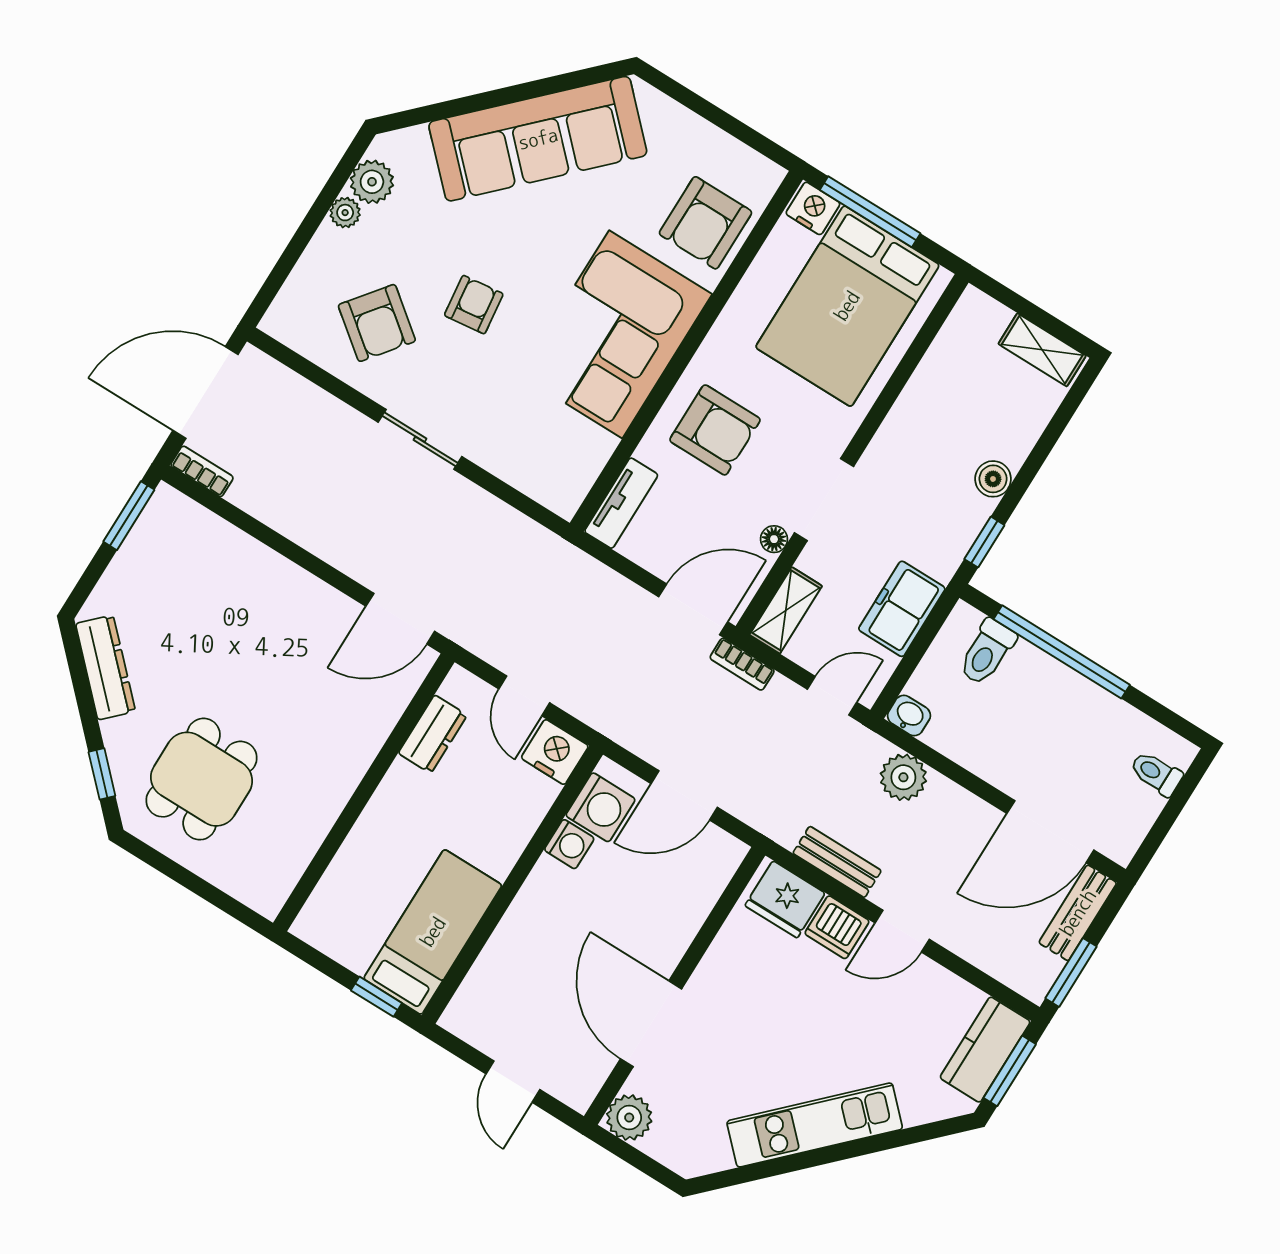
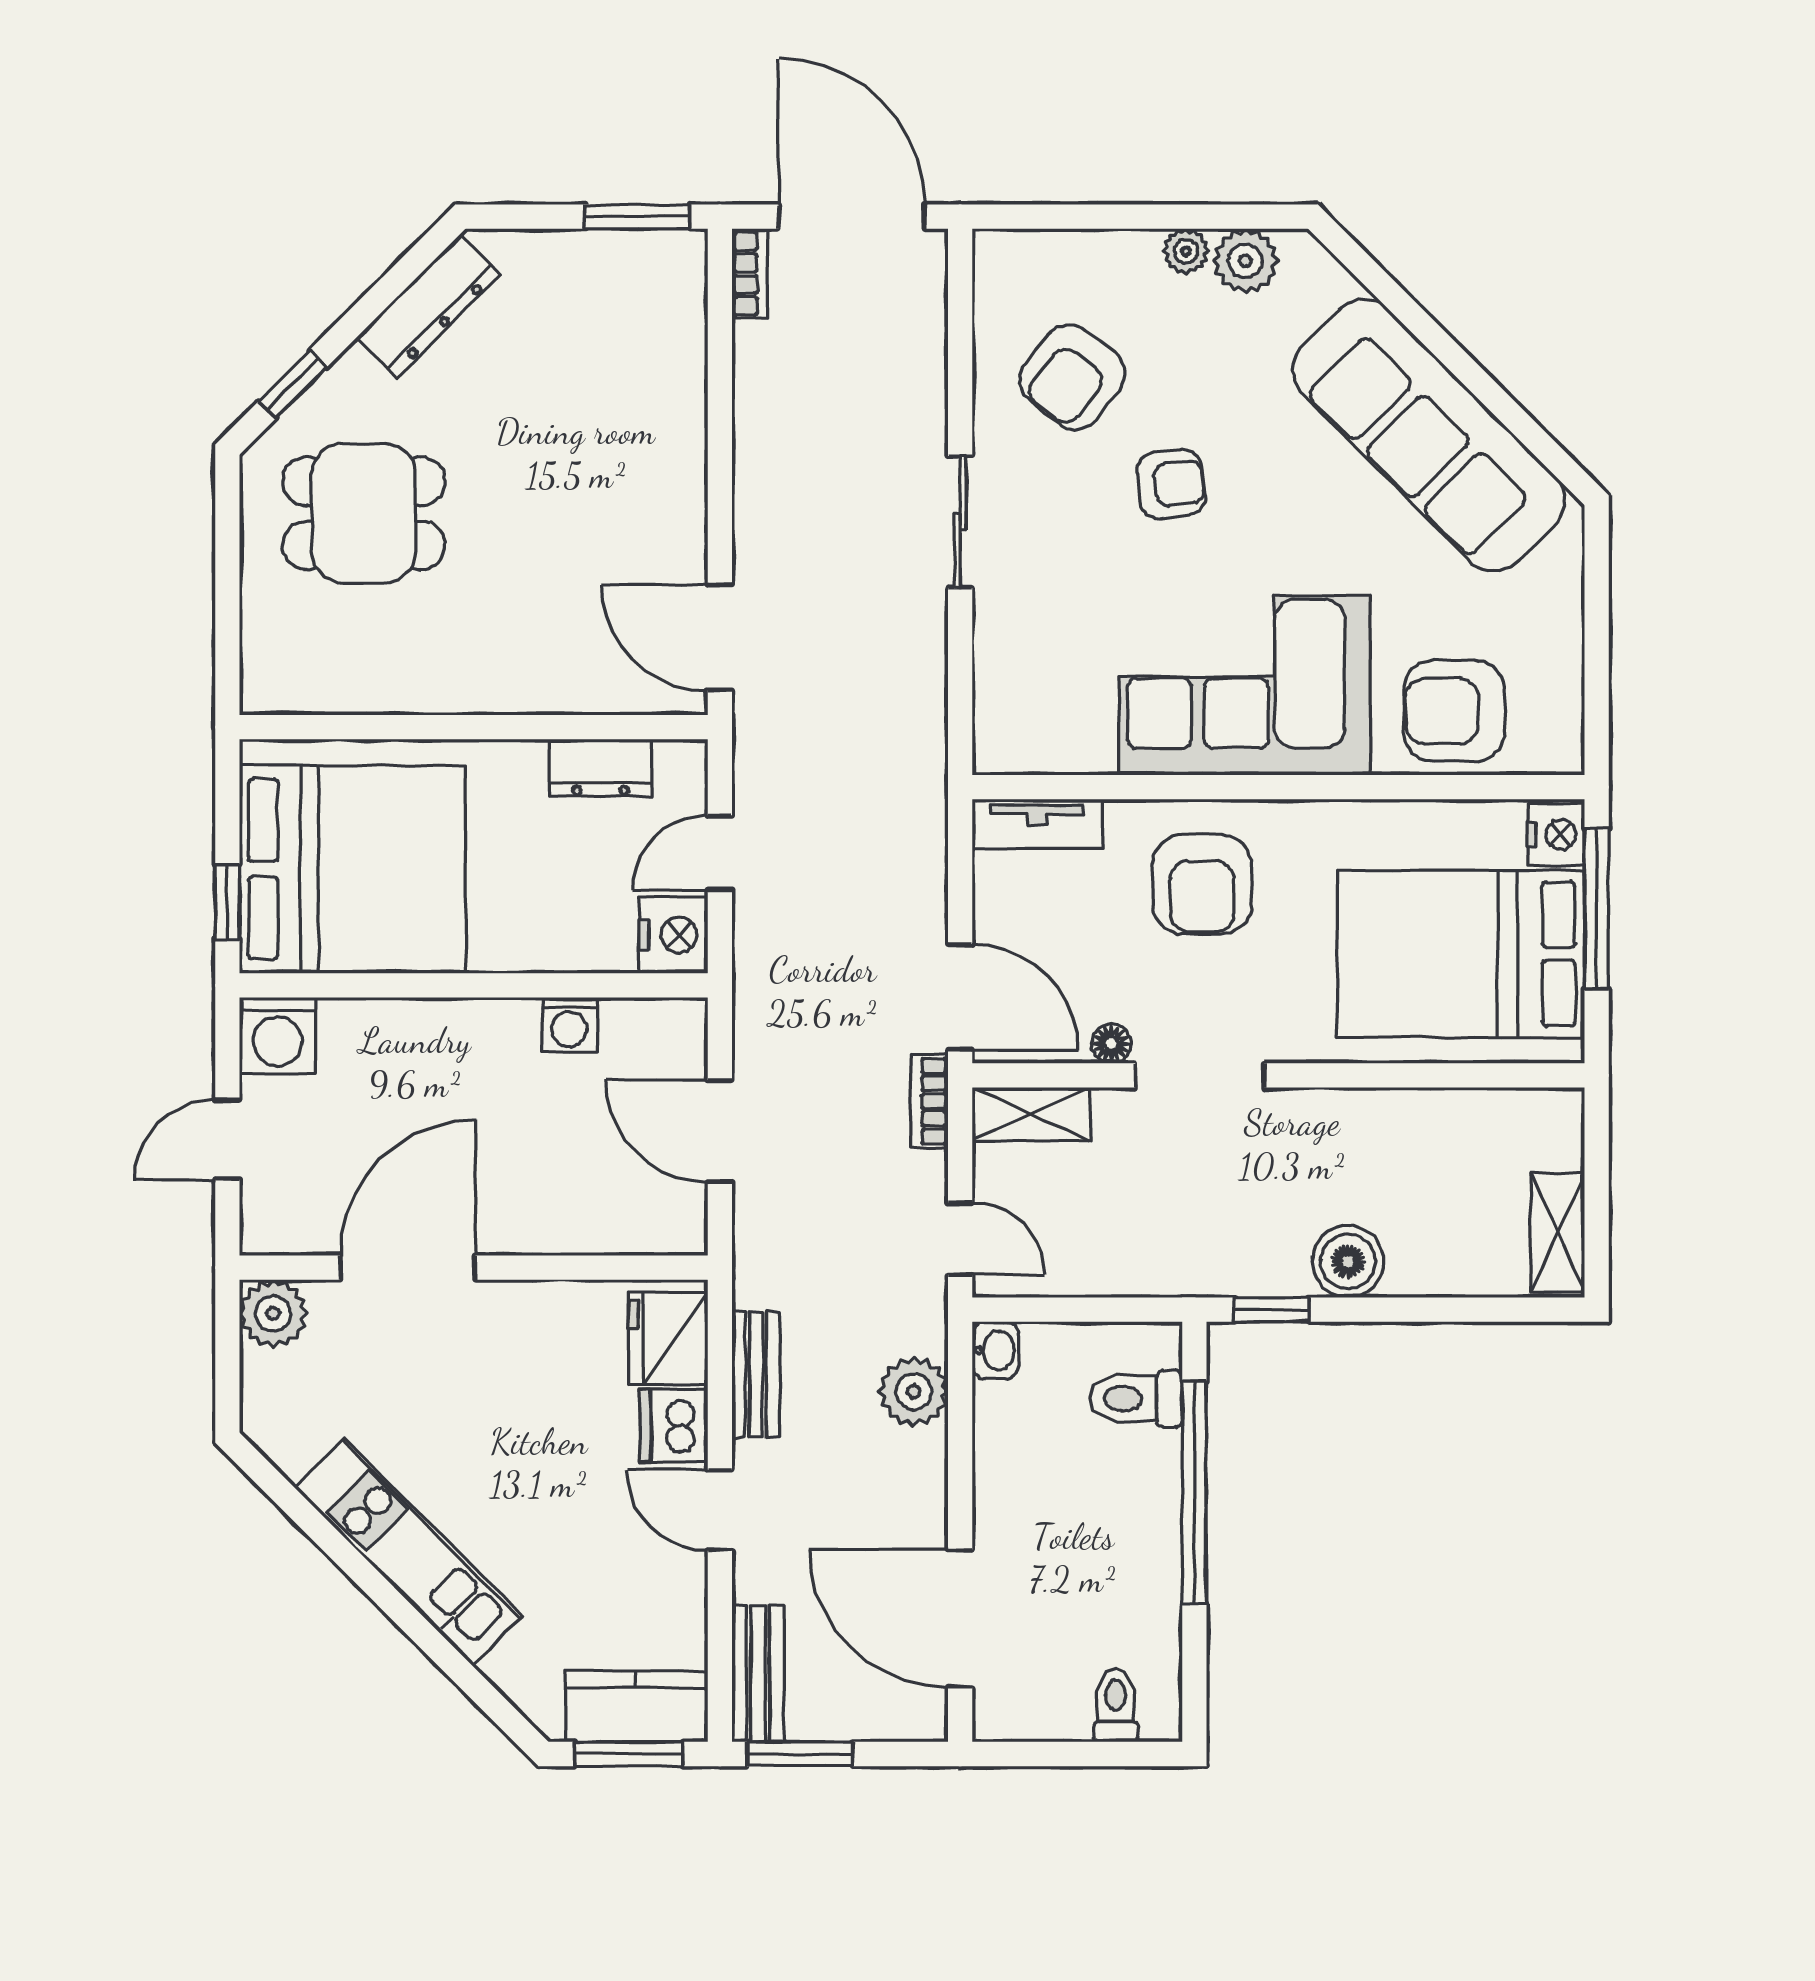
boiler: (993, 479) -> (1348, 1262), width x1.36, depth x1.36
freezer: (902, 609) -> (1124, 1258), removed
washing machine: (601, 807) -> (278, 1035), moved
bench: (1078, 913) -> (758, 1674), moved, turned 90
bed: (433, 932) -> (353, 869), width x2.04

